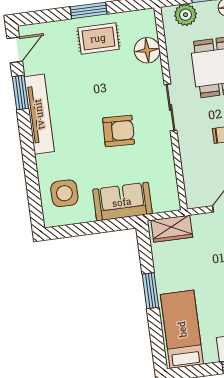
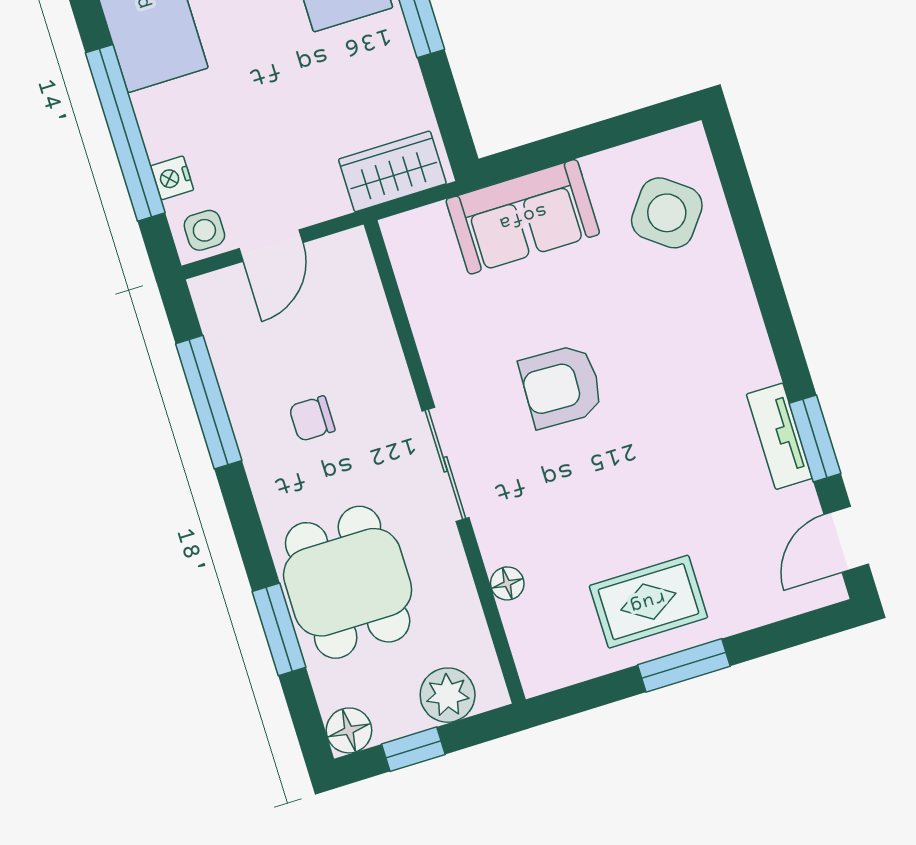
floor lamp: (147, 50) -> (507, 583), width x0.53, depth x0.53
tv unit: (39, 114) -> (779, 436), width x0.52, depth x0.78
side table: (64, 193) -> (667, 213), turned 37

